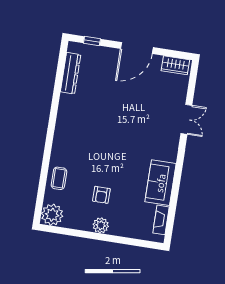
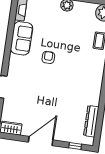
armchair: (101, 195) -> (48, 57), moved

